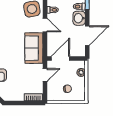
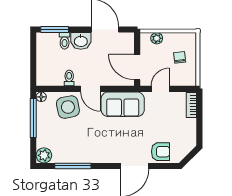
door: (45, 25) -> (90, 89), swing flipped
door: (45, 75) -> (160, 89), hinge flipped

